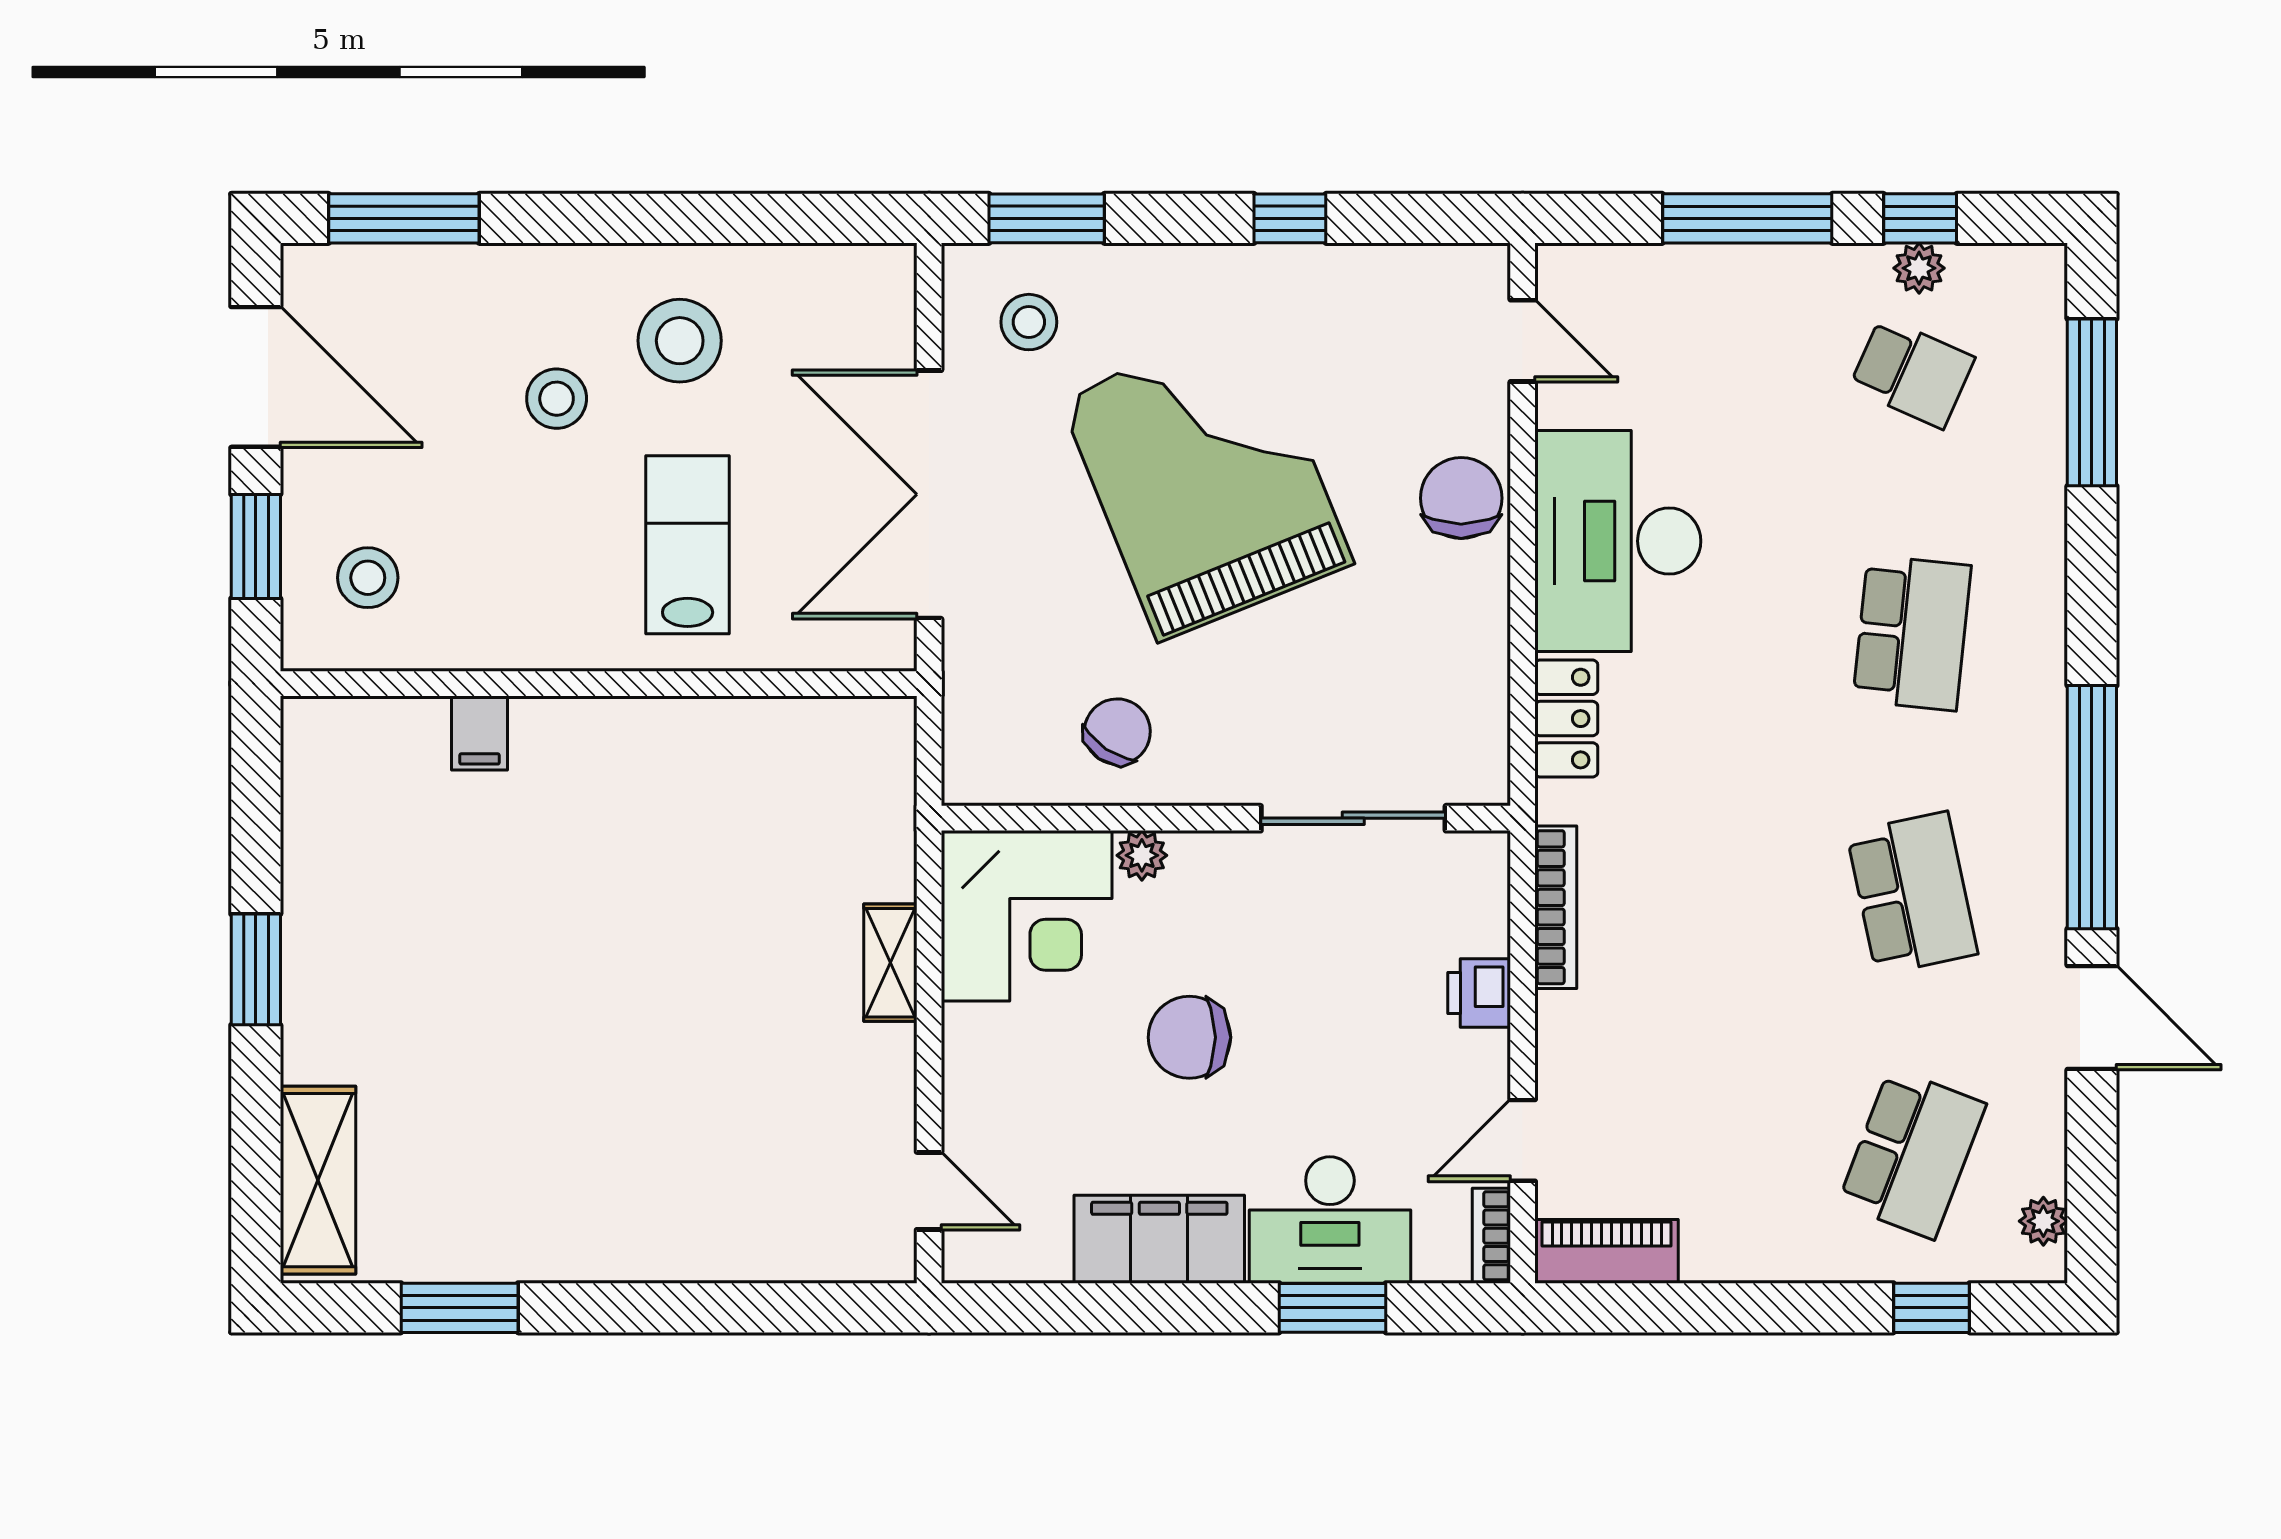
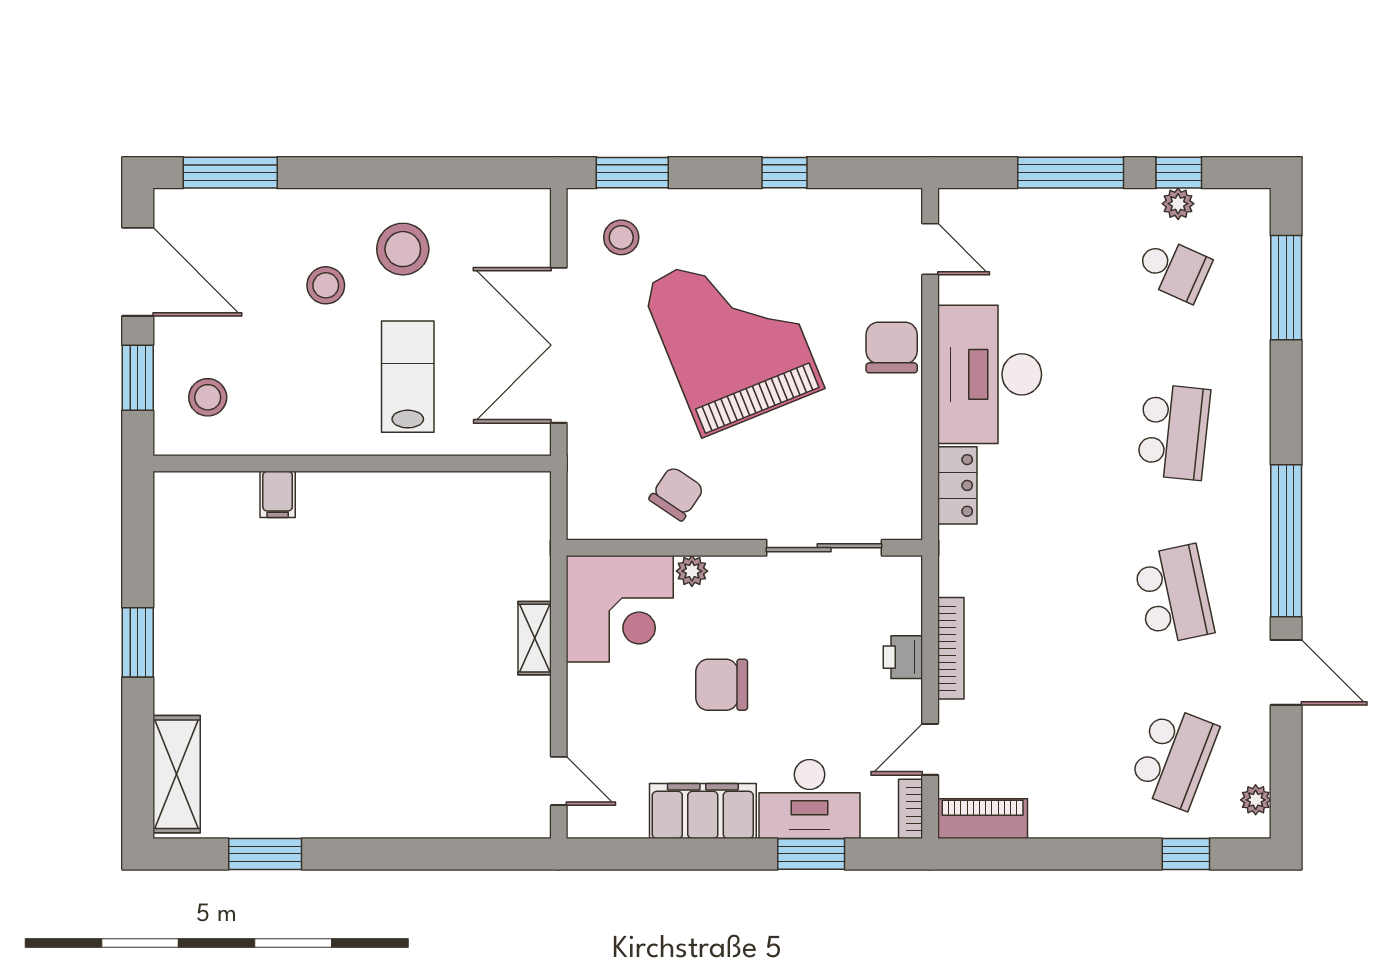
bookcase: (1556, 907) -> (951, 648), moved

